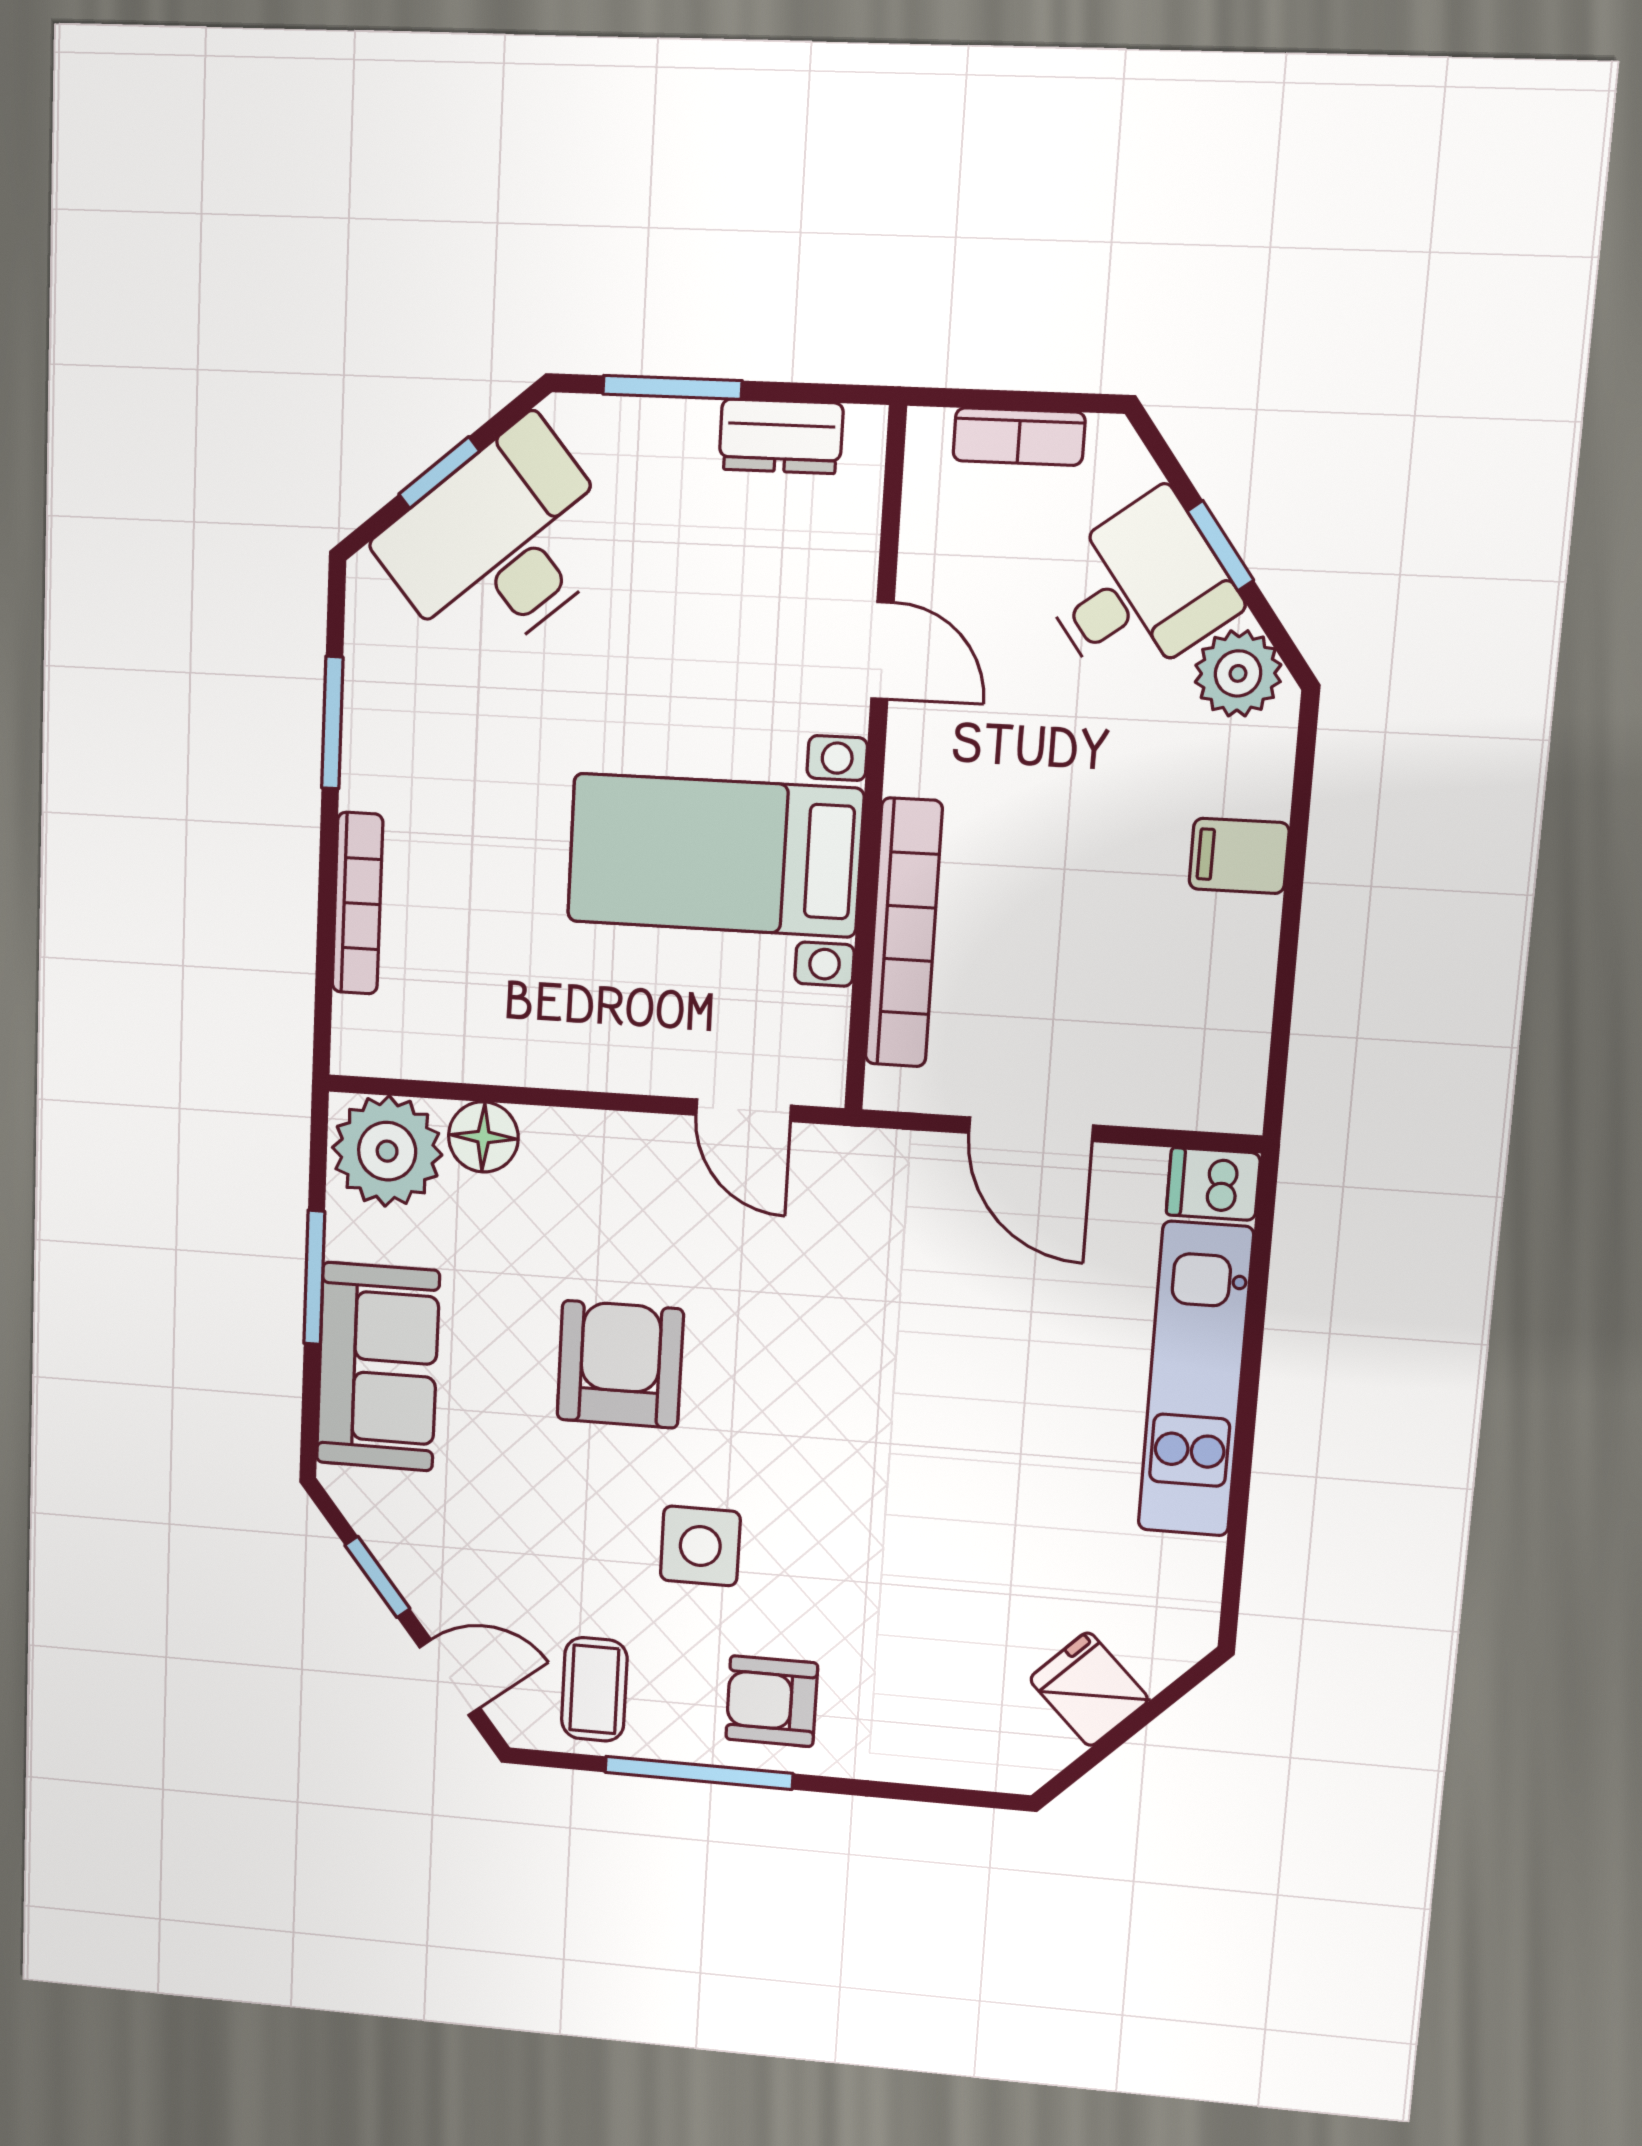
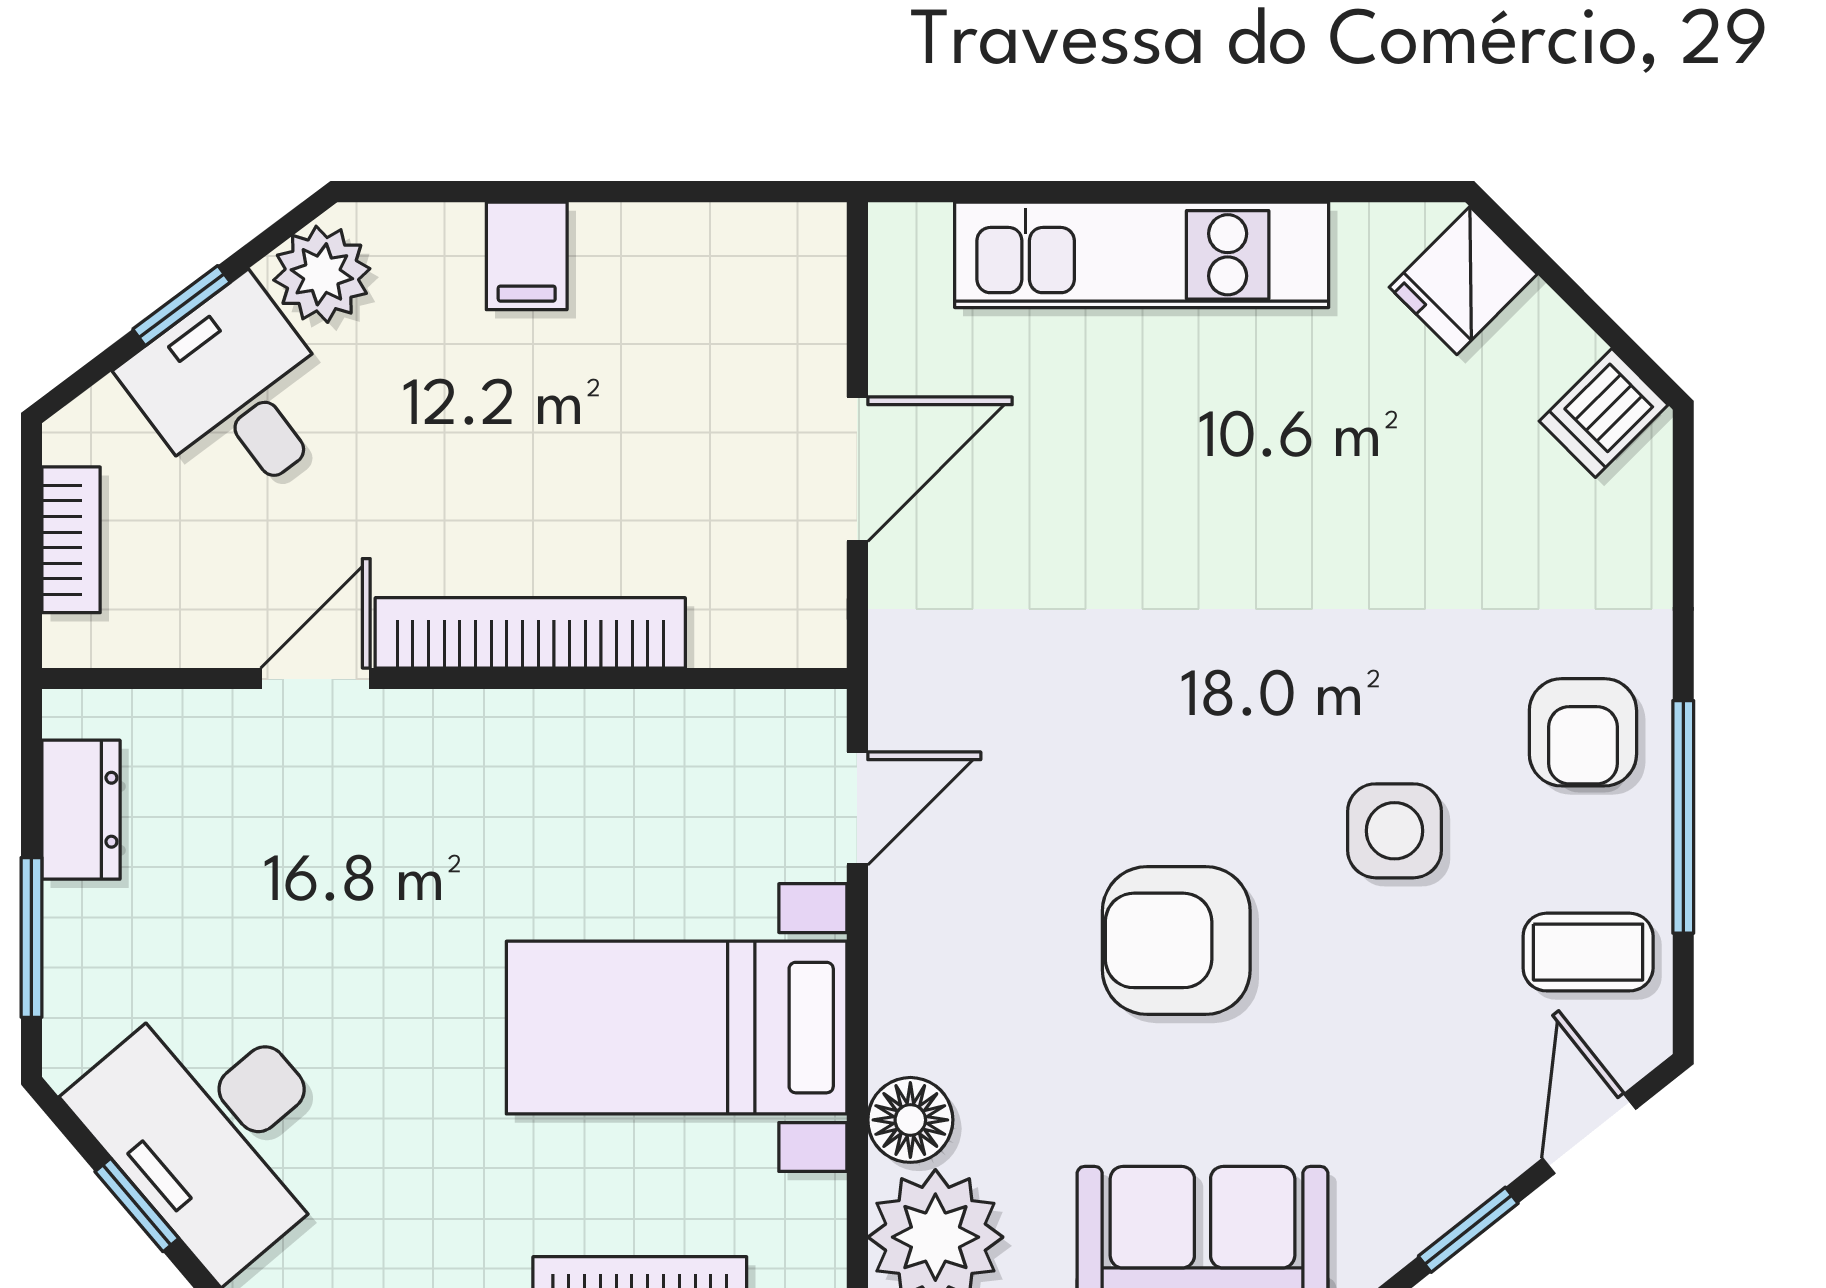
bed with nightstands: (715, 855) -> (677, 1028), moved, turned 90
bookcase: (904, 933) -> (530, 633), moved
dishwasher: (1213, 1184) -> (1604, 413), moved, turned 45
fridge: (1089, 1689) -> (1463, 281), moved

